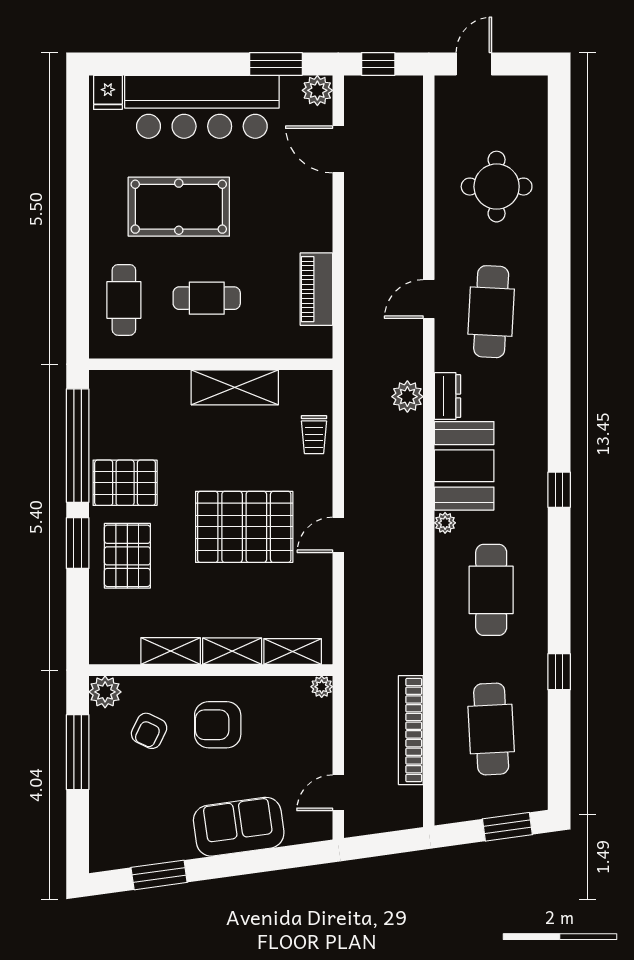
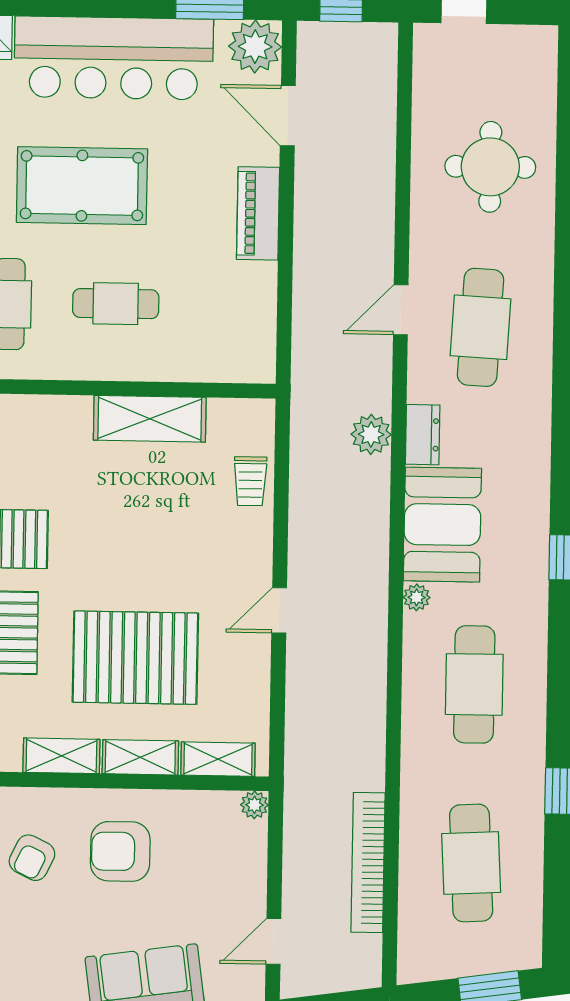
plant: (317, 90) -> (255, 47), width x1.36, depth x1.36
piano: (316, 289) -> (258, 213), moved
pallet: (244, 527) -> (135, 658), moved

